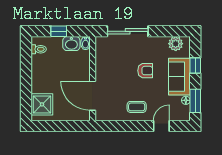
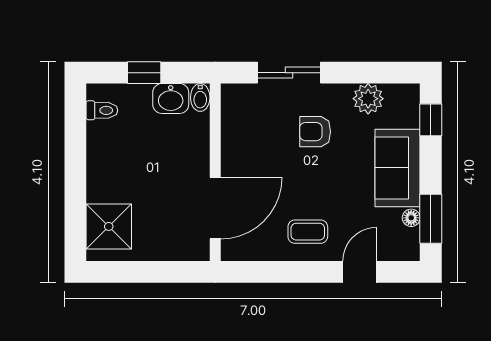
sliding door: (128, 31) -> (289, 73), width x0.73
plant: (176, 44) -> (368, 99), moved
window: (195, 66) -> (431, 120), moved
armchair: (145, 71) -> (315, 132), moved, turned 180
door: (93, 96) -> (215, 208), swing flipped

